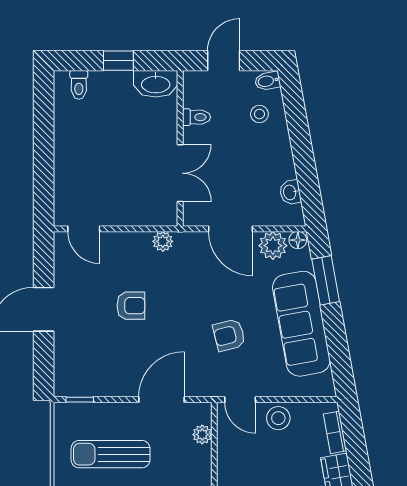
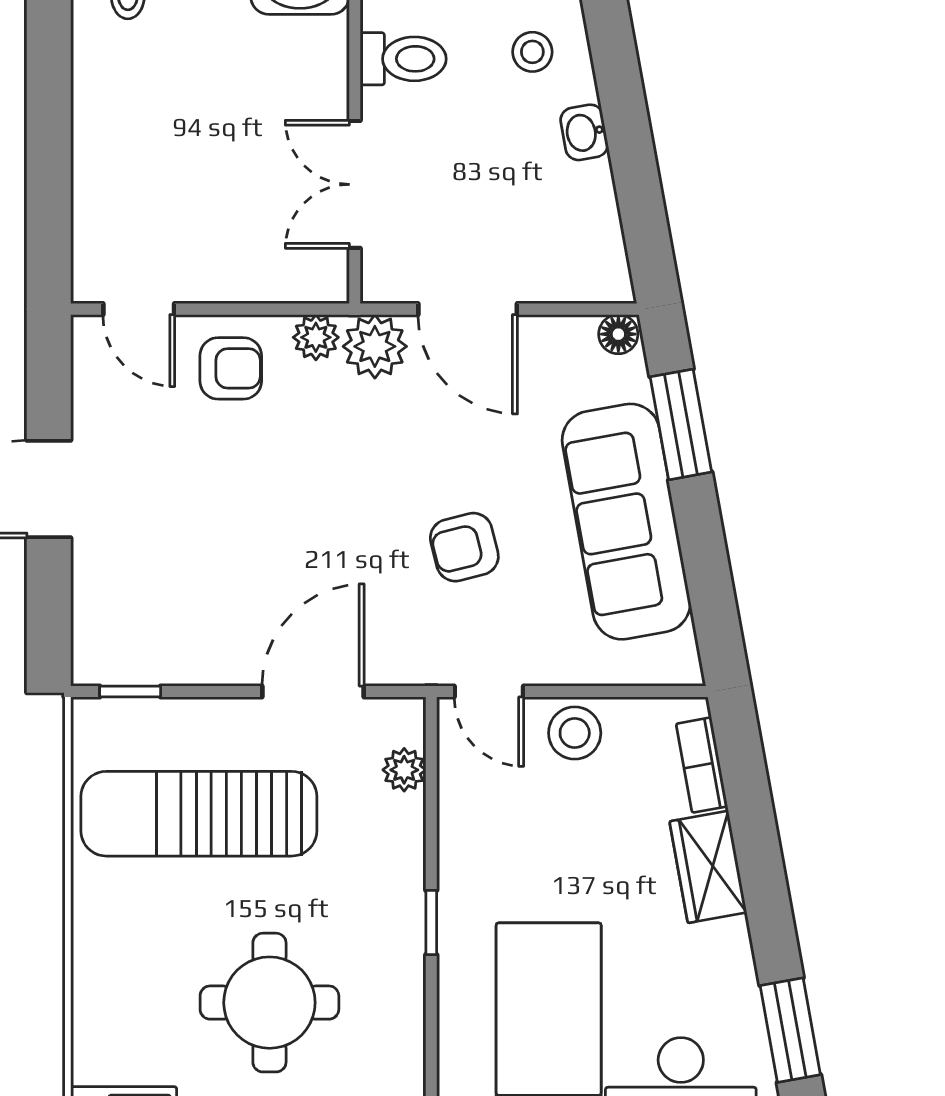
toilet: (196, 117) -> (403, 59), width x1.37, depth x1.39
double door: (180, 173) -> (355, 184), swing flipped
washbasin: (290, 192) -> (584, 132), moved
plant: (273, 246) -> (375, 346), moved
armchair: (131, 306) -> (231, 368), moved
sun lounger: (111, 454) -> (199, 814), width x1.36, depth x1.34

